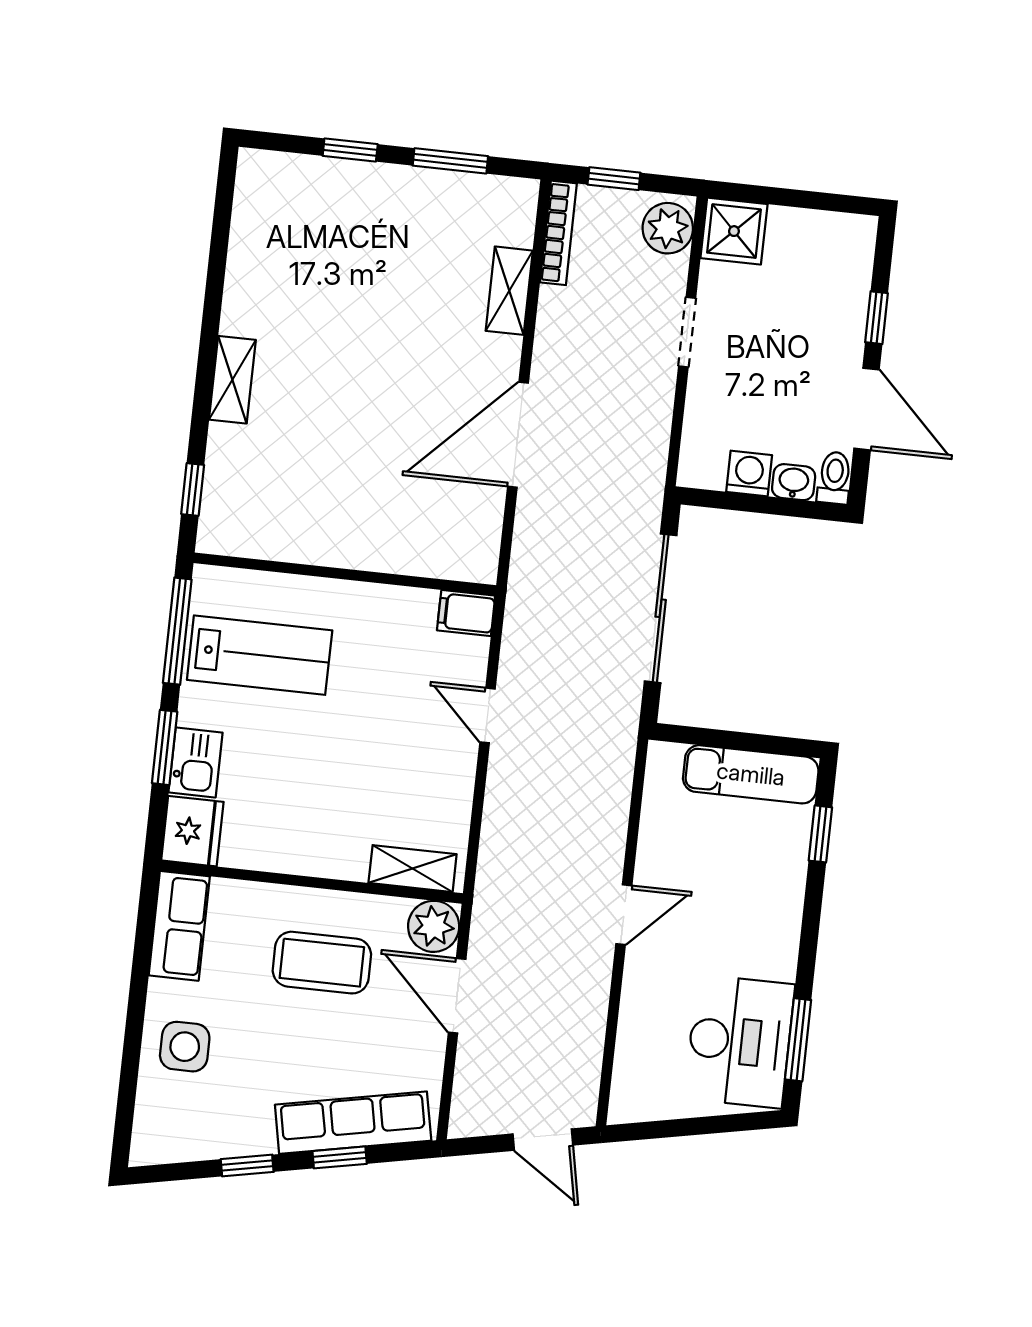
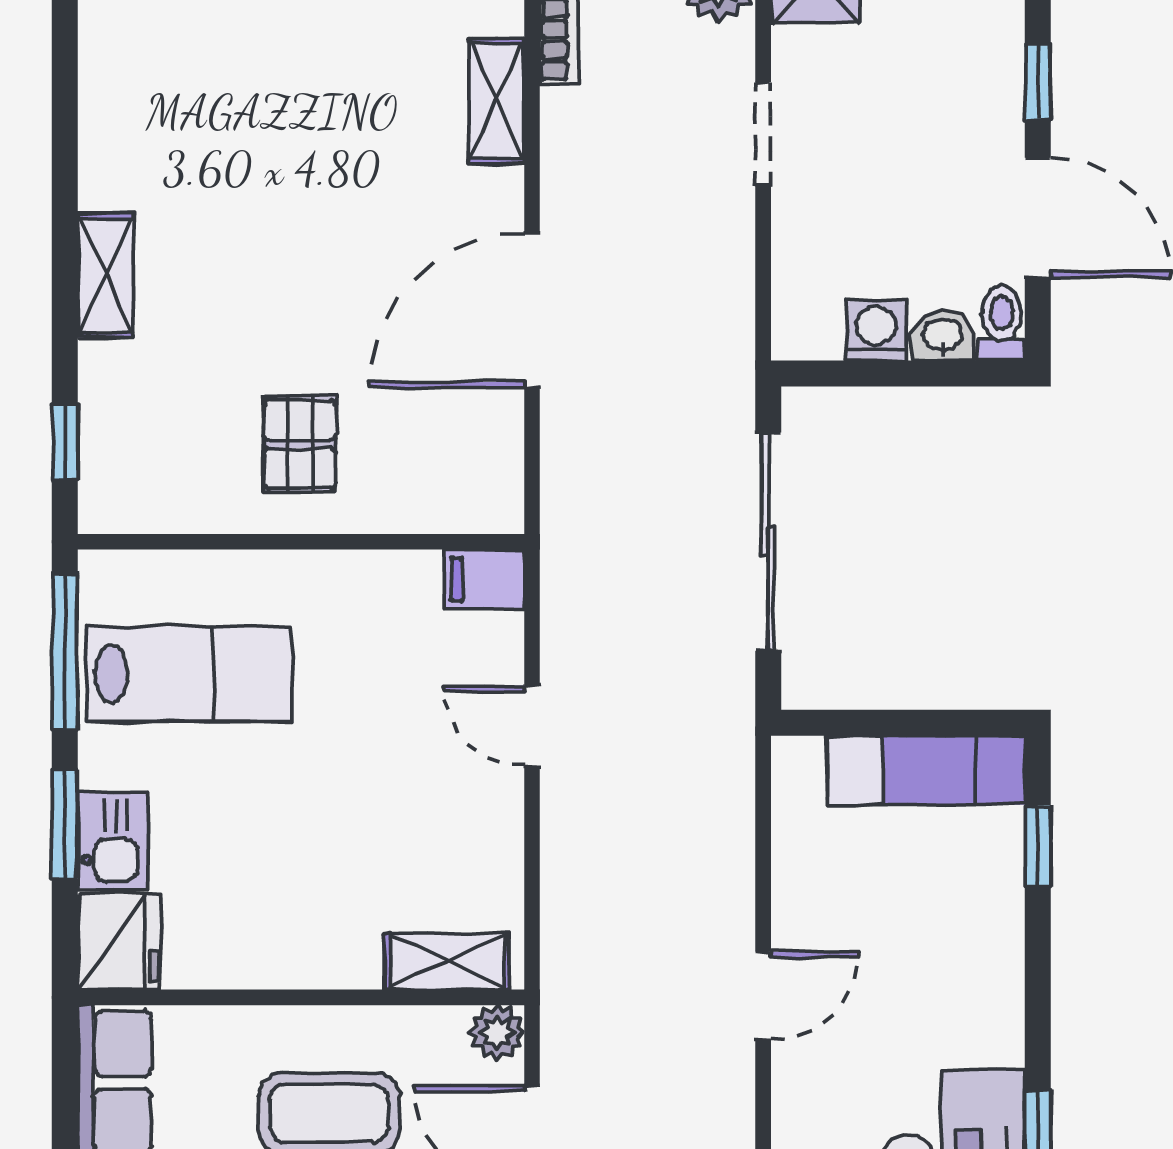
pallet: (351, 508) -> (300, 444), added
plant: (434, 926) -> (497, 1032), width x0.73, depth x0.73

